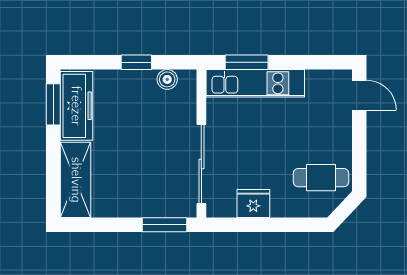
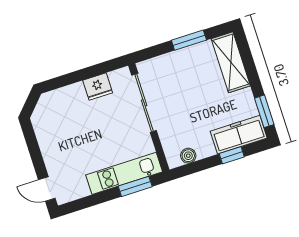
window: (136, 62) -> (232, 155), moved
freezer: (76, 106) -> (239, 135), moved, turned 90
cafe table: (321, 178) -> (55, 121), removed
window: (165, 225) -> (189, 40), moved

